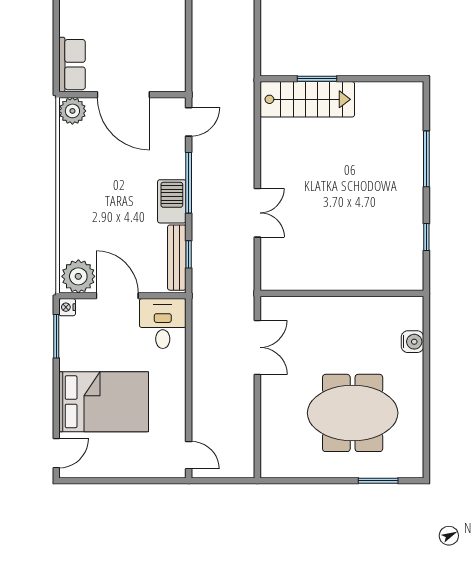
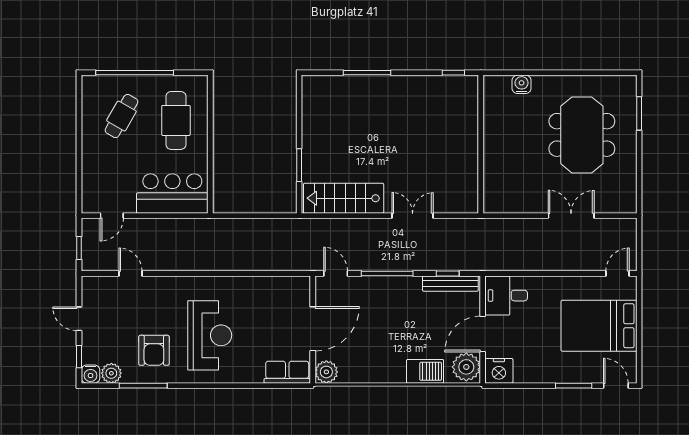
stairs: (307, 99) -> (344, 198), moved, turned -90
barbecue: (172, 201) -> (425, 371), moved, turned 180
window: (426, 237) -> (453, 73), moved
nightstand: (67, 307) -> (499, 371), width x1.89, depth x1.79
window: (56, 336) -> (574, 386), moved
double door: (257, 347) -> (571, 216), moved
bed: (104, 402) -> (599, 326), moved, turned -90

